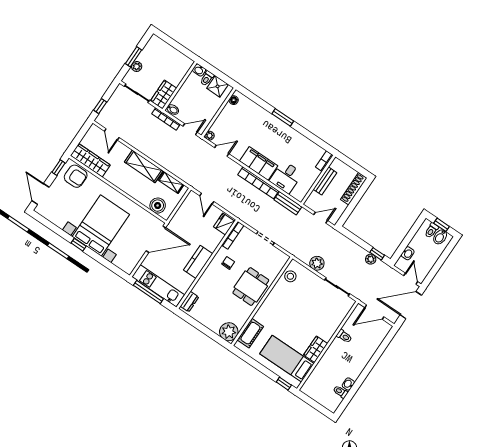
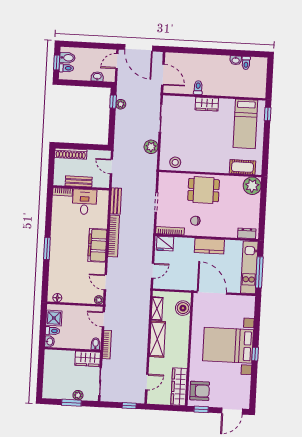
armchair: (76, 176) -> (200, 391), turned 90
desk: (286, 177) -> (84, 202), moved, turned -90
wardrobe: (316, 349) -> (207, 104), moved

